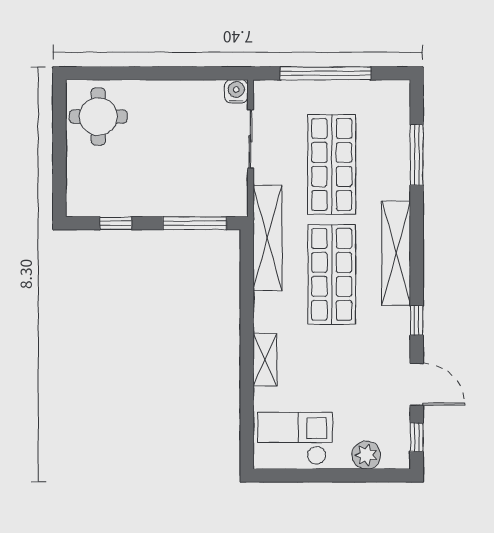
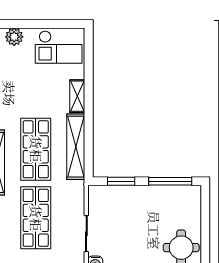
window: (116, 223) -> (170, 181), width x2.17
window: (195, 223) -> (121, 181), width x0.69
shelving: (267, 238) -> (76, 147), moved

